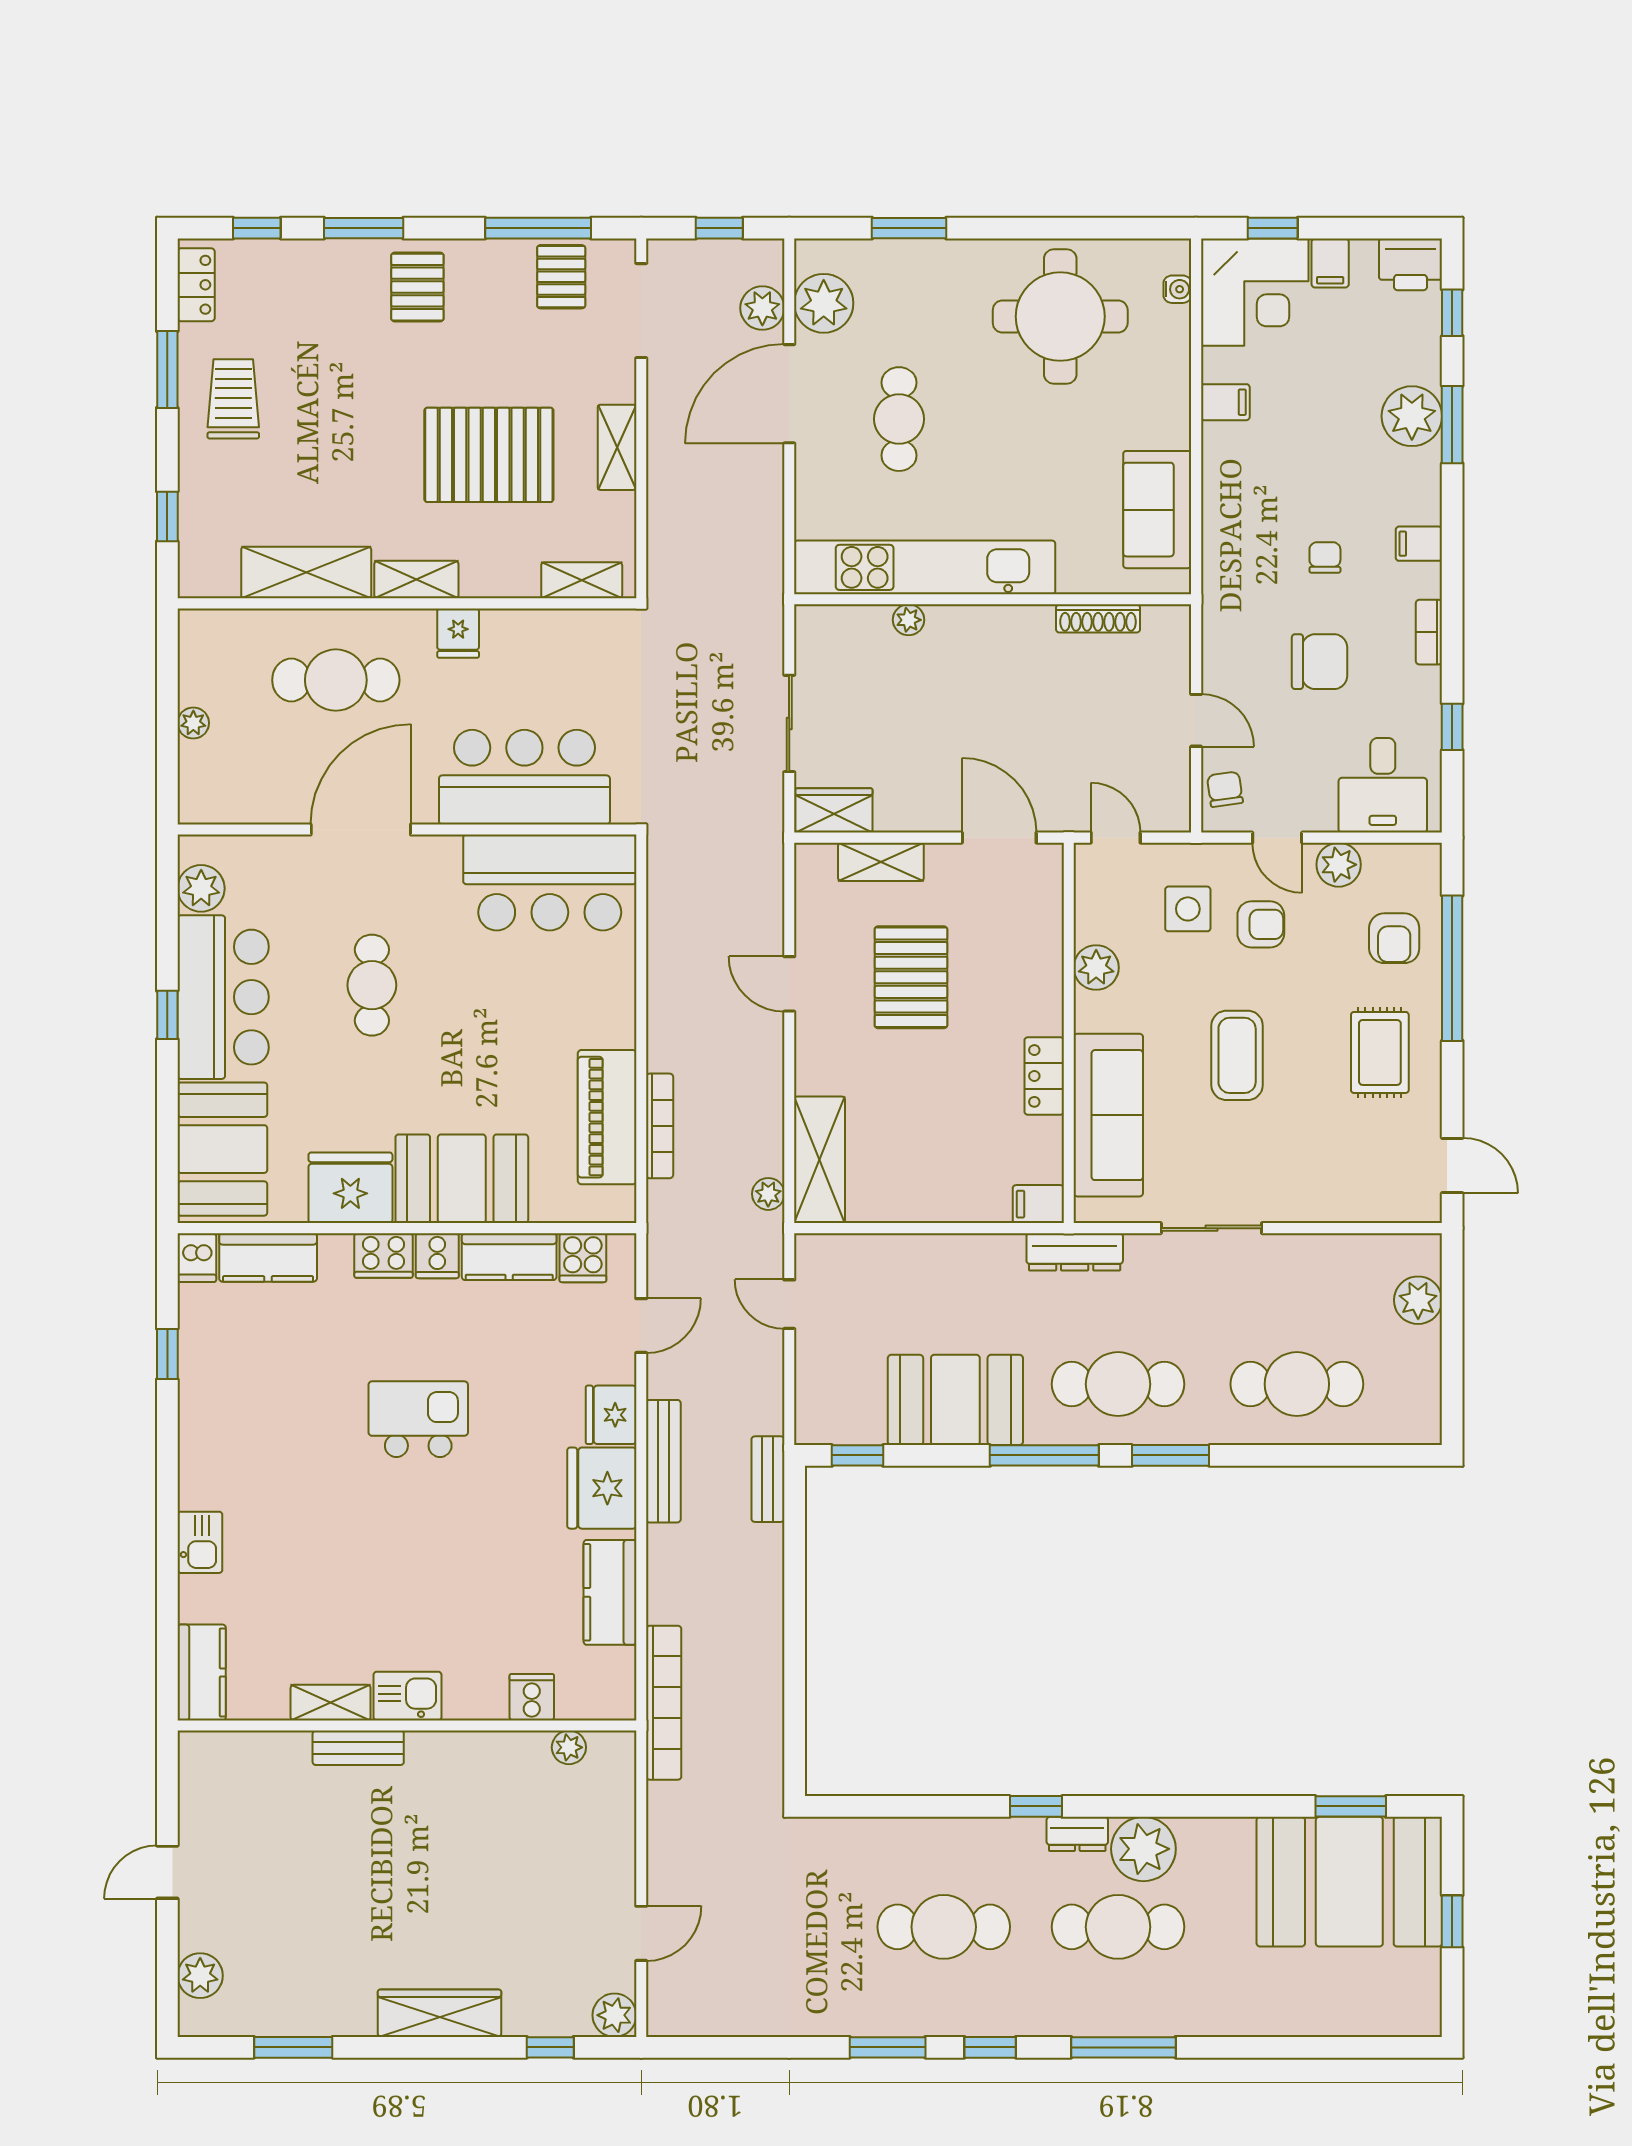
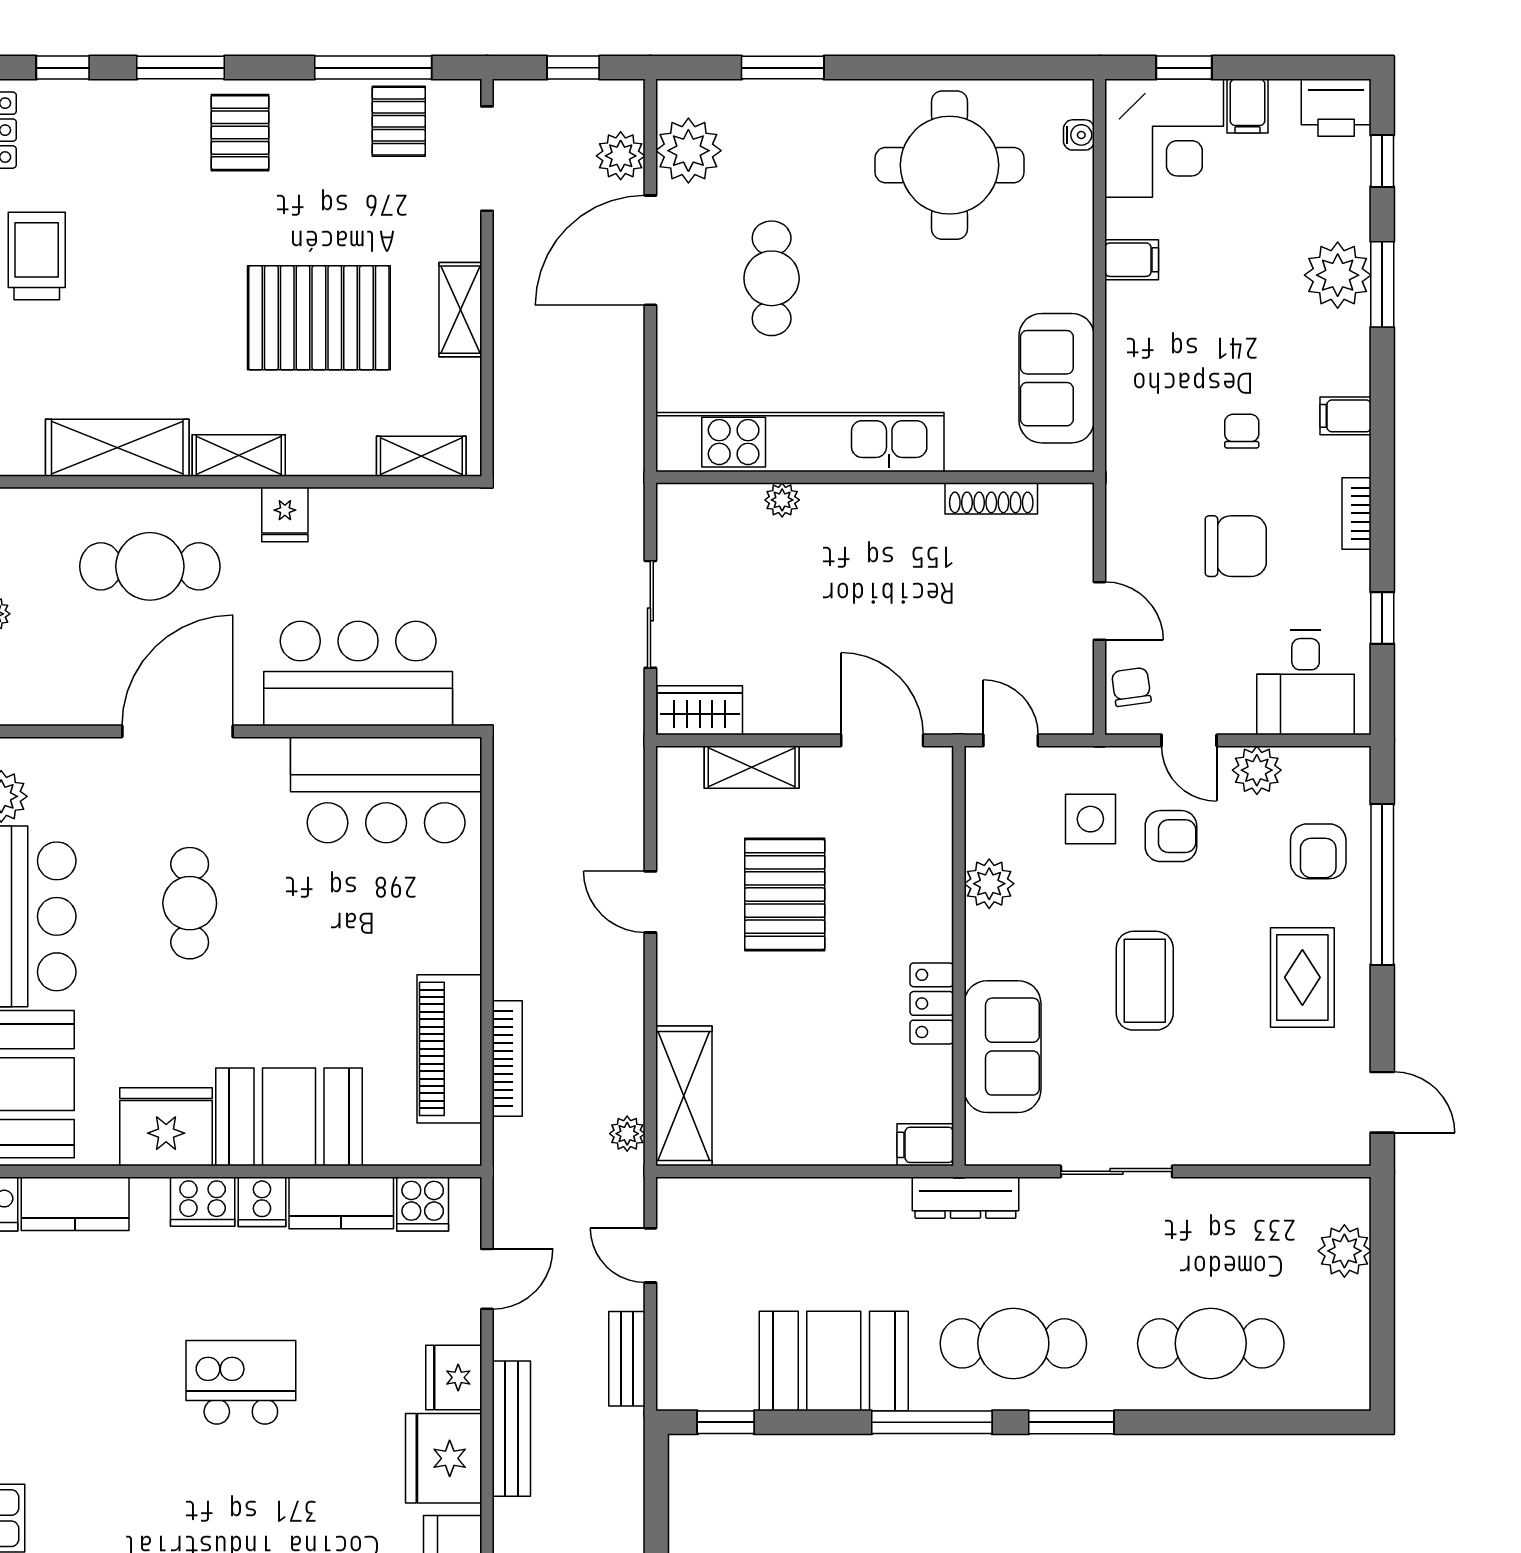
sofa: (1108, 1115) -> (1003, 1047), width x0.73
bench: (768, 1479) -> (627, 1359), moved

